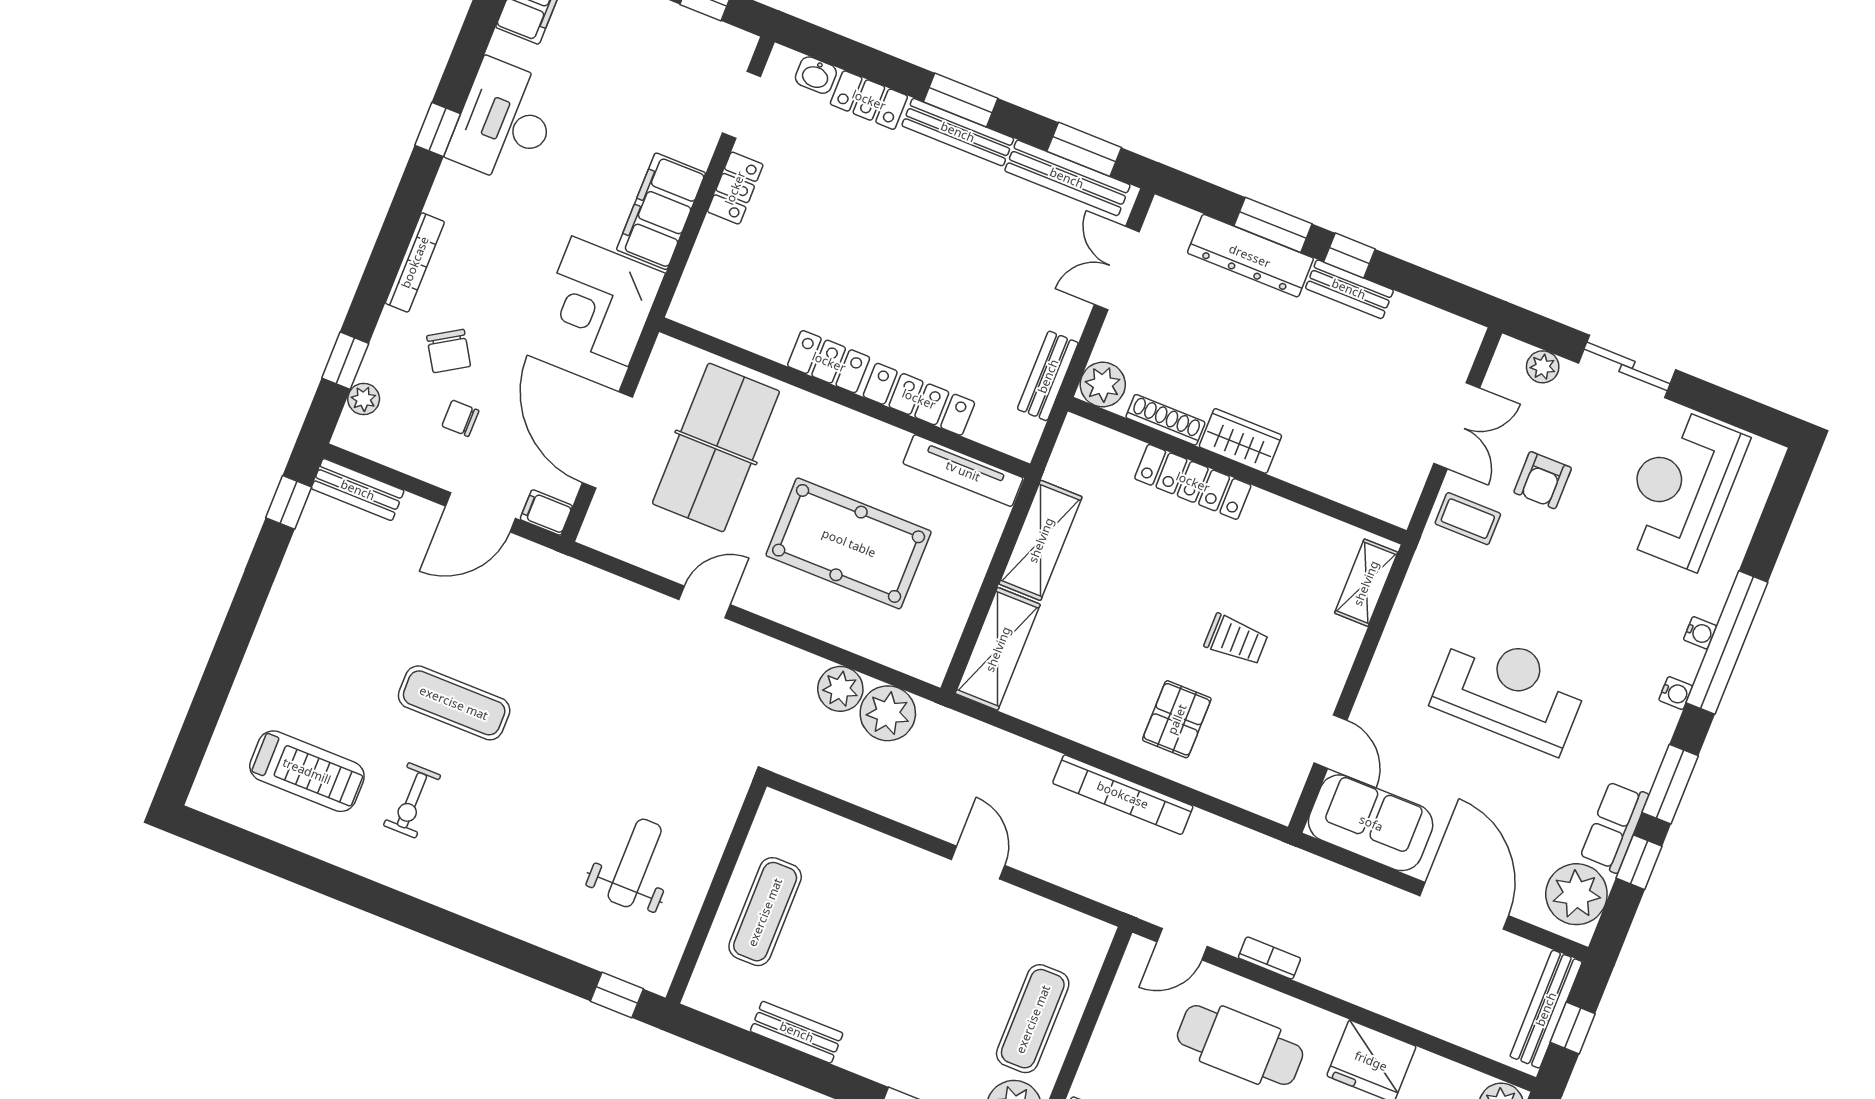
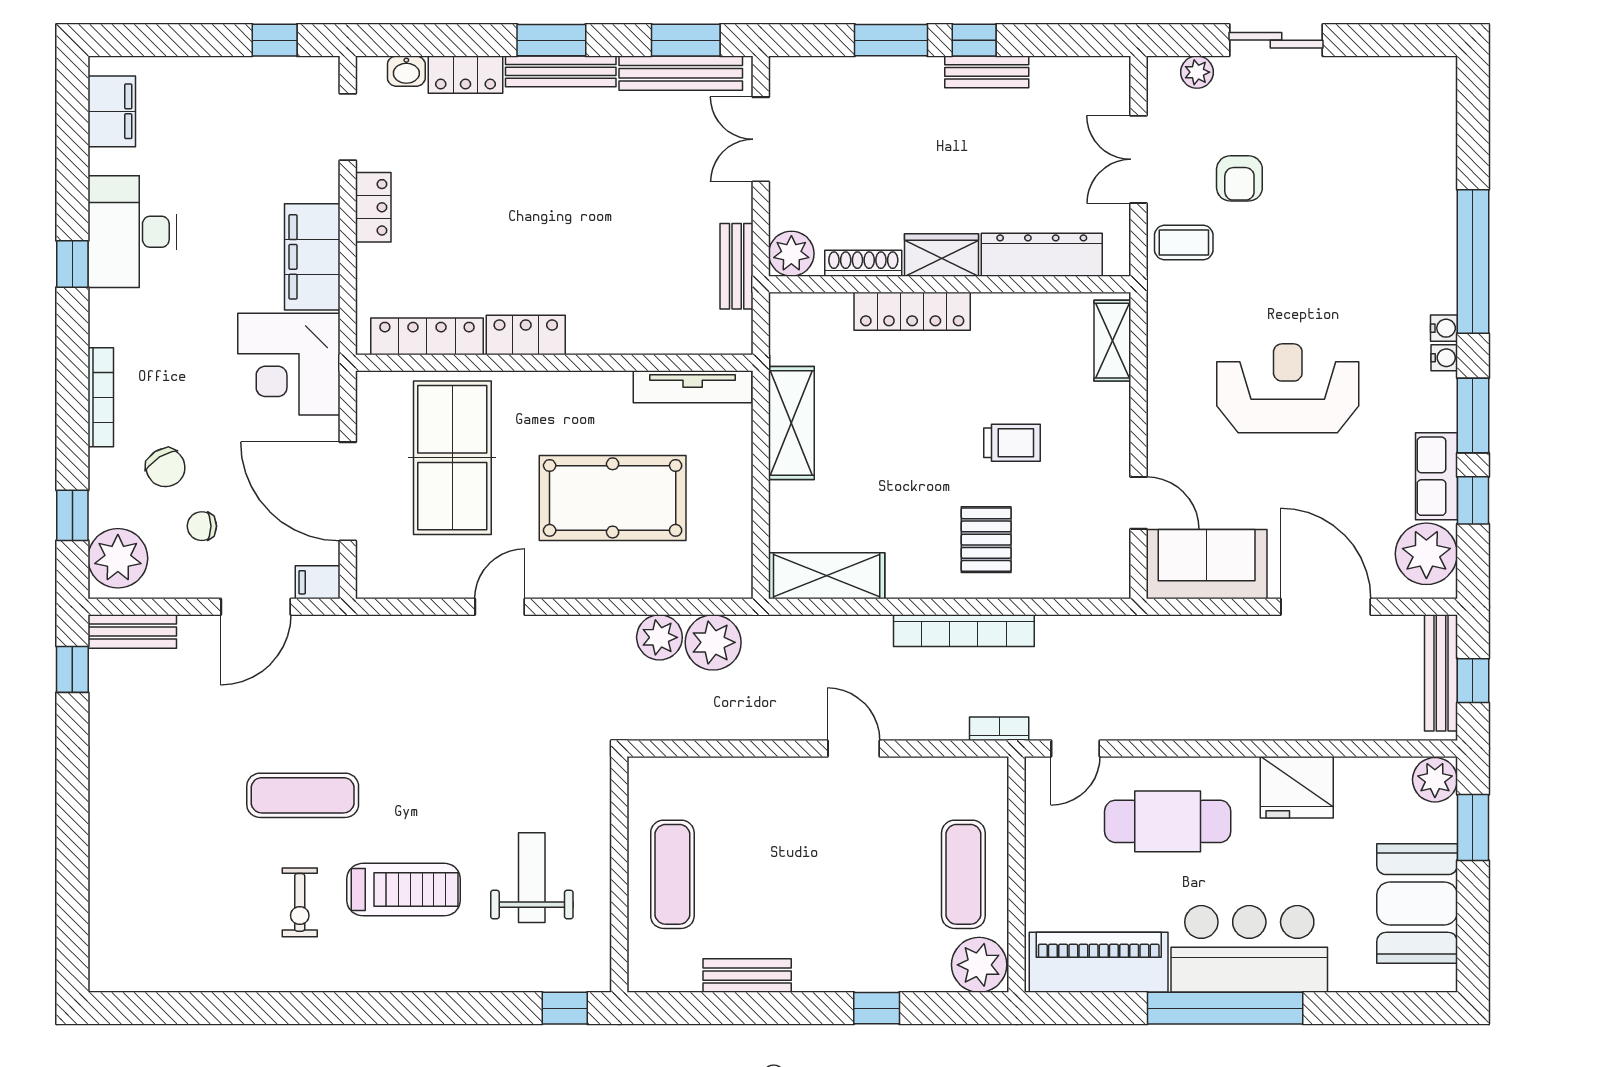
dresser: (1250, 256) -> (1042, 255), moved, turned 180
plant: (364, 399) -> (118, 558), width x1.87, depth x1.87
locker: (919, 399) -> (427, 336), moved
double door: (1457, 426) -> (1139, 159), swing flipped
reception desk: (1682, 488) -> (1373, 134), removed
water cooler: (1700, 633) -> (1444, 358), moved
shelving: (998, 649) -> (827, 576), moved, turned 90
treadmill: (307, 771) -> (404, 890), moved
bookcase: (1269, 958) -> (999, 729), moved

